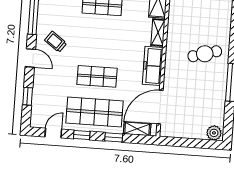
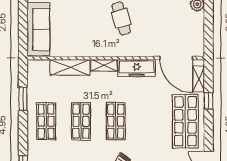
shop shelf: (97, 76) -> (116, 121), moved
window: (82, 135) -> (209, 132), removed

